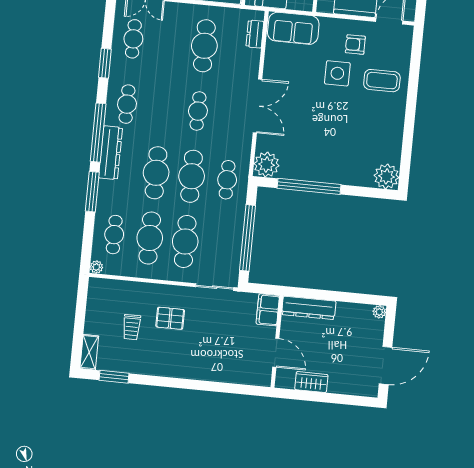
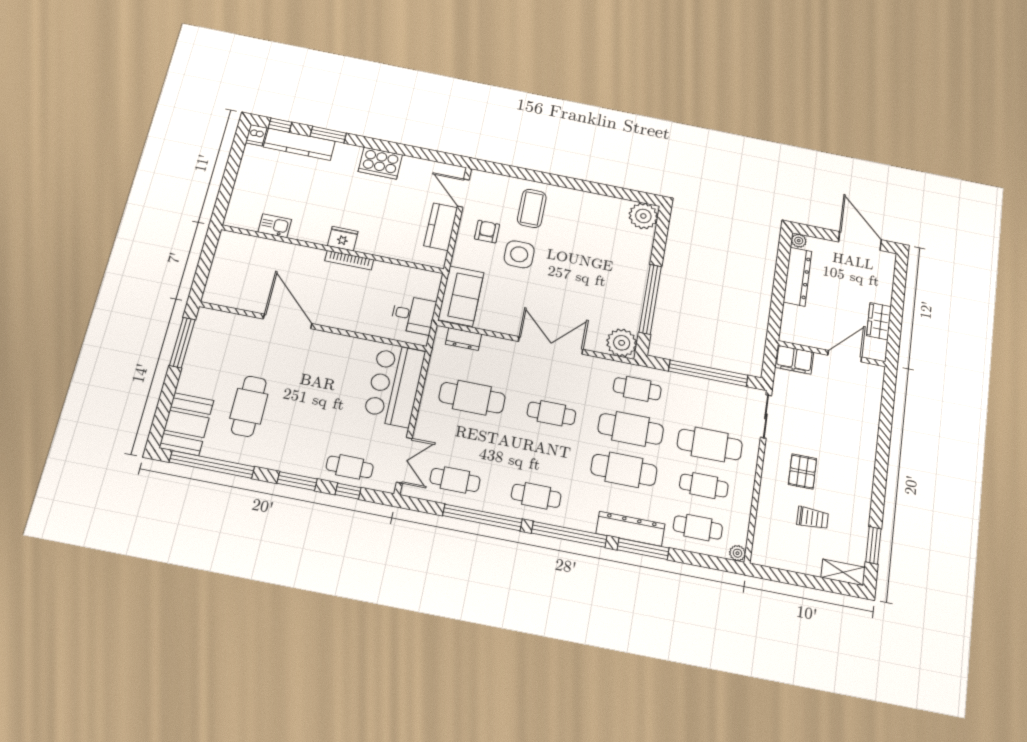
armchair: (355, 45) -> (487, 232), turned 180
window: (105, 63) -> (482, 517), width x2.11
dresser: (110, 153) -> (630, 529), moved
cafe table: (150, 238) -> (704, 486), width x0.73, depth x0.74
dresser: (309, 308) -> (798, 277), moved

